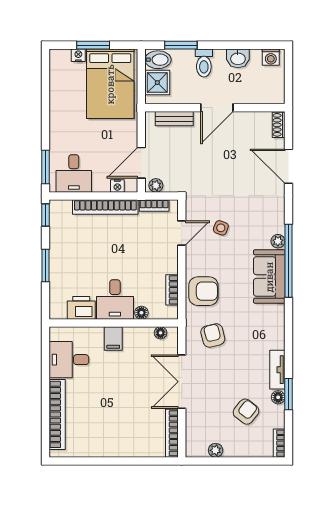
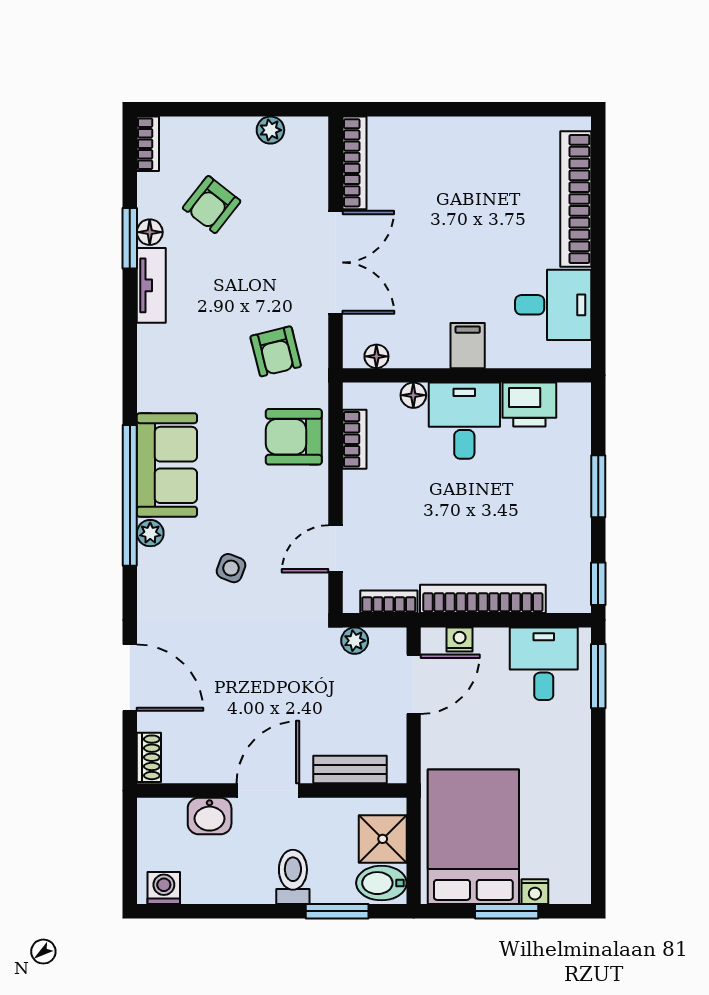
washbasin: (238, 58) -> (210, 816), moved, turned 180
plant: (156, 185) -> (355, 641), moved
side table: (221, 228) -> (231, 568), moved

